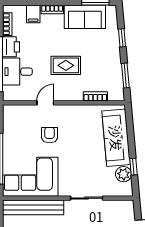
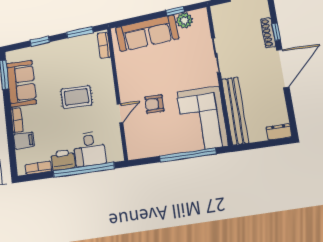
rug: (66, 65) -> (76, 97), turned 90
bookcase: (95, 96) -> (104, 45), moved
door: (45, 103) -> (120, 113), swing flipped

